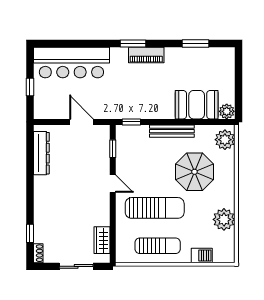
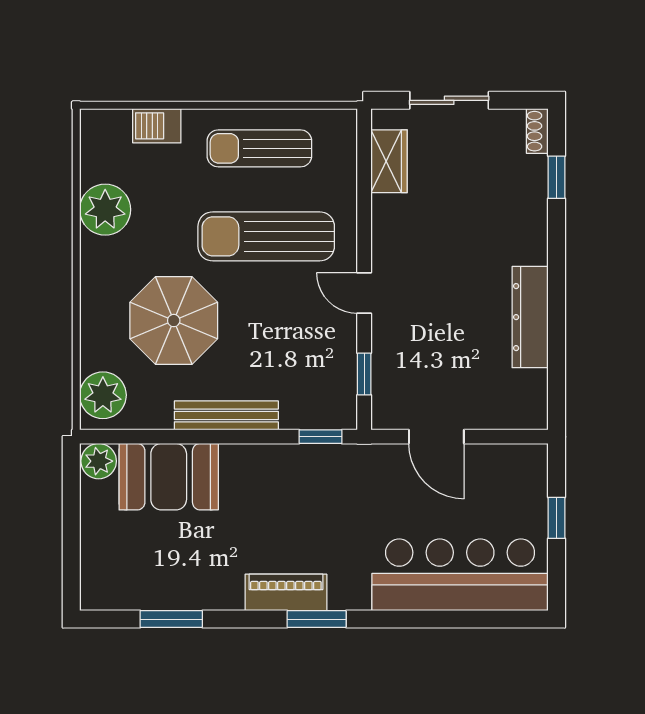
dresser: (41, 153) -> (530, 317), moved

